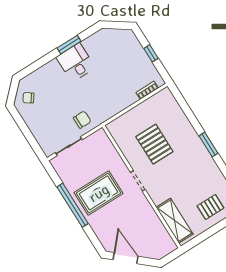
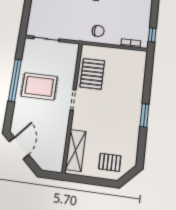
window: (151, 53) -> (152, 35), moved
chair: (82, 120) -> (98, 31), moved
pallet: (154, 144) -> (92, 74), moved

